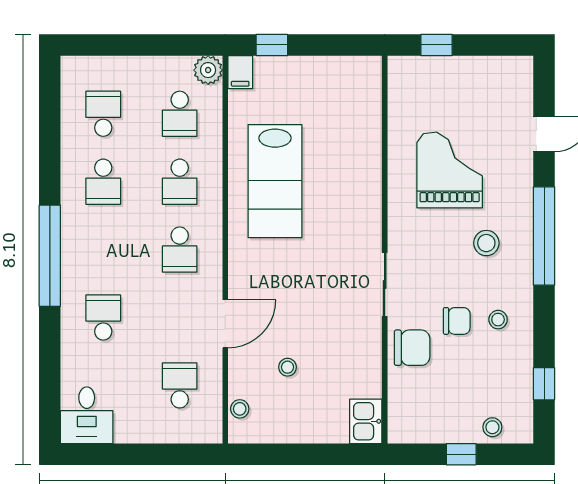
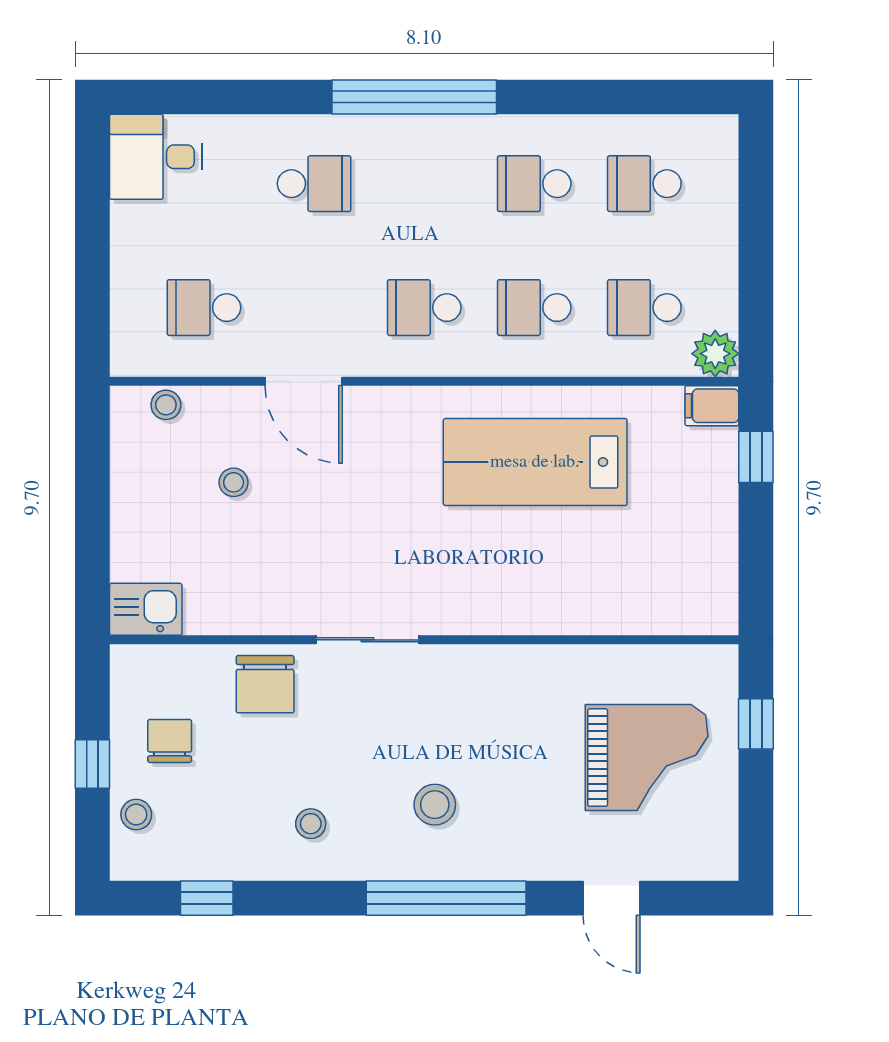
school desk: (103, 114) -> (644, 184), turned 180
grand piano: (450, 170) -> (647, 758), moved
chair: (457, 321) -> (170, 741), moved, turned 180
school desk: (180, 385) -> (204, 308), turned 180

